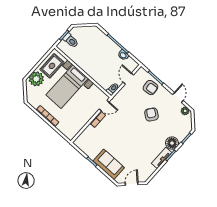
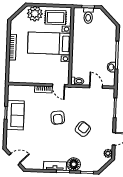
door: (128, 79) -> (96, 87), hinge flipped
armchair: (150, 88) -> (58, 118), moved
sofa: (109, 164) -> (15, 115), moved

